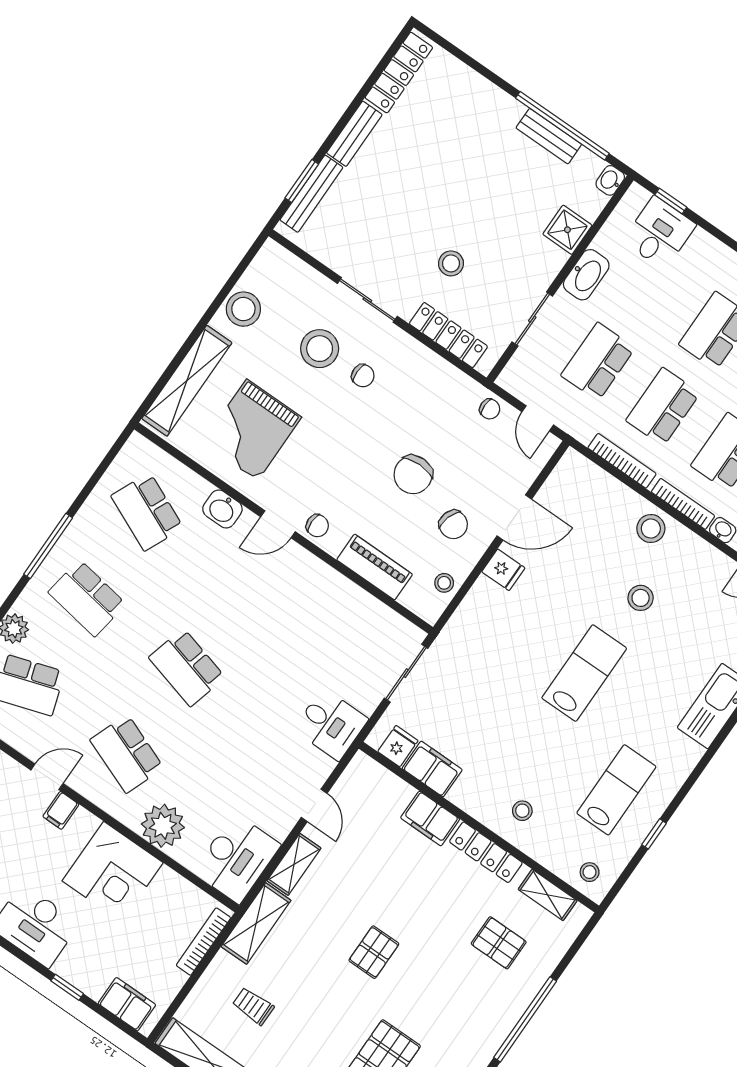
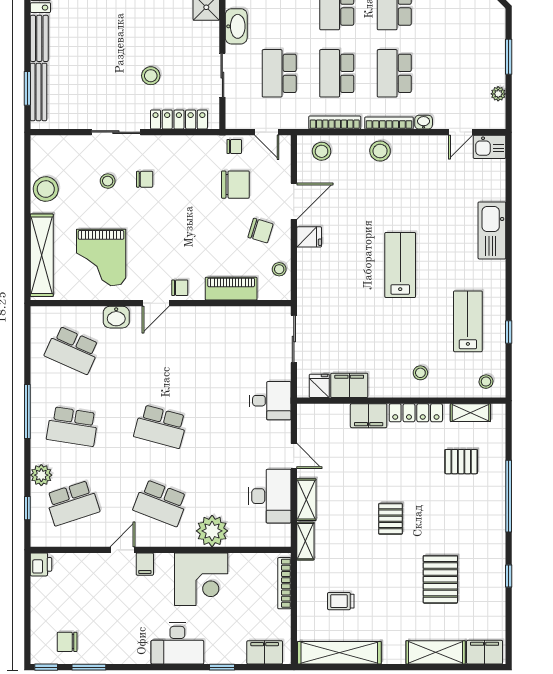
stool: (320, 349) -> (108, 181), width x0.53, depth x0.53
chair: (413, 475) -> (235, 185), moved, turned -90
stool: (641, 598) -> (322, 151), moved
desk: (237, 858) -> (270, 496), moved
shelving: (256, 923) -> (305, 541), width x0.67, depth x0.75

